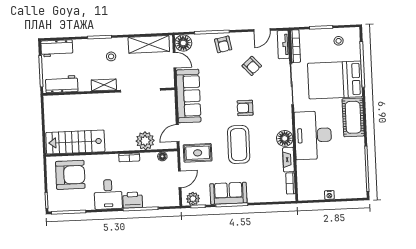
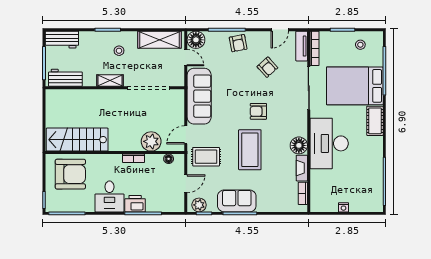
cot: (353, 117) -> (375, 121), width x0.73, depth x0.75

